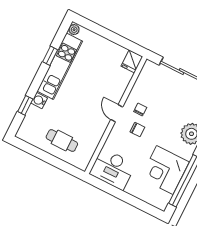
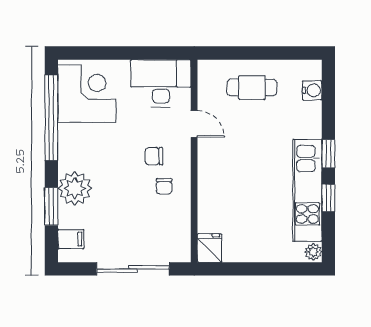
water cooler: (39, 101) -> (312, 90), moved
window: (25, 105) -> (328, 154), moved
door: (117, 113) -> (194, 124), moved
corner desk: (165, 170) -> (87, 93), moved

